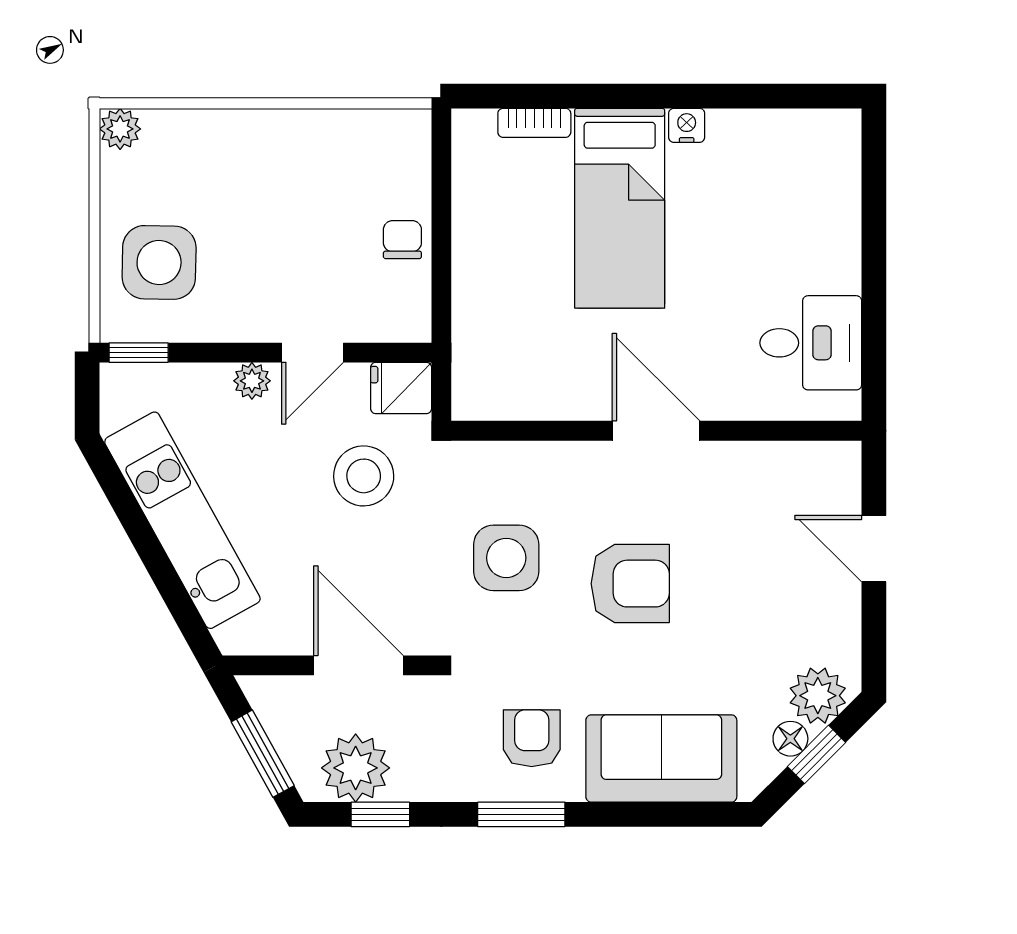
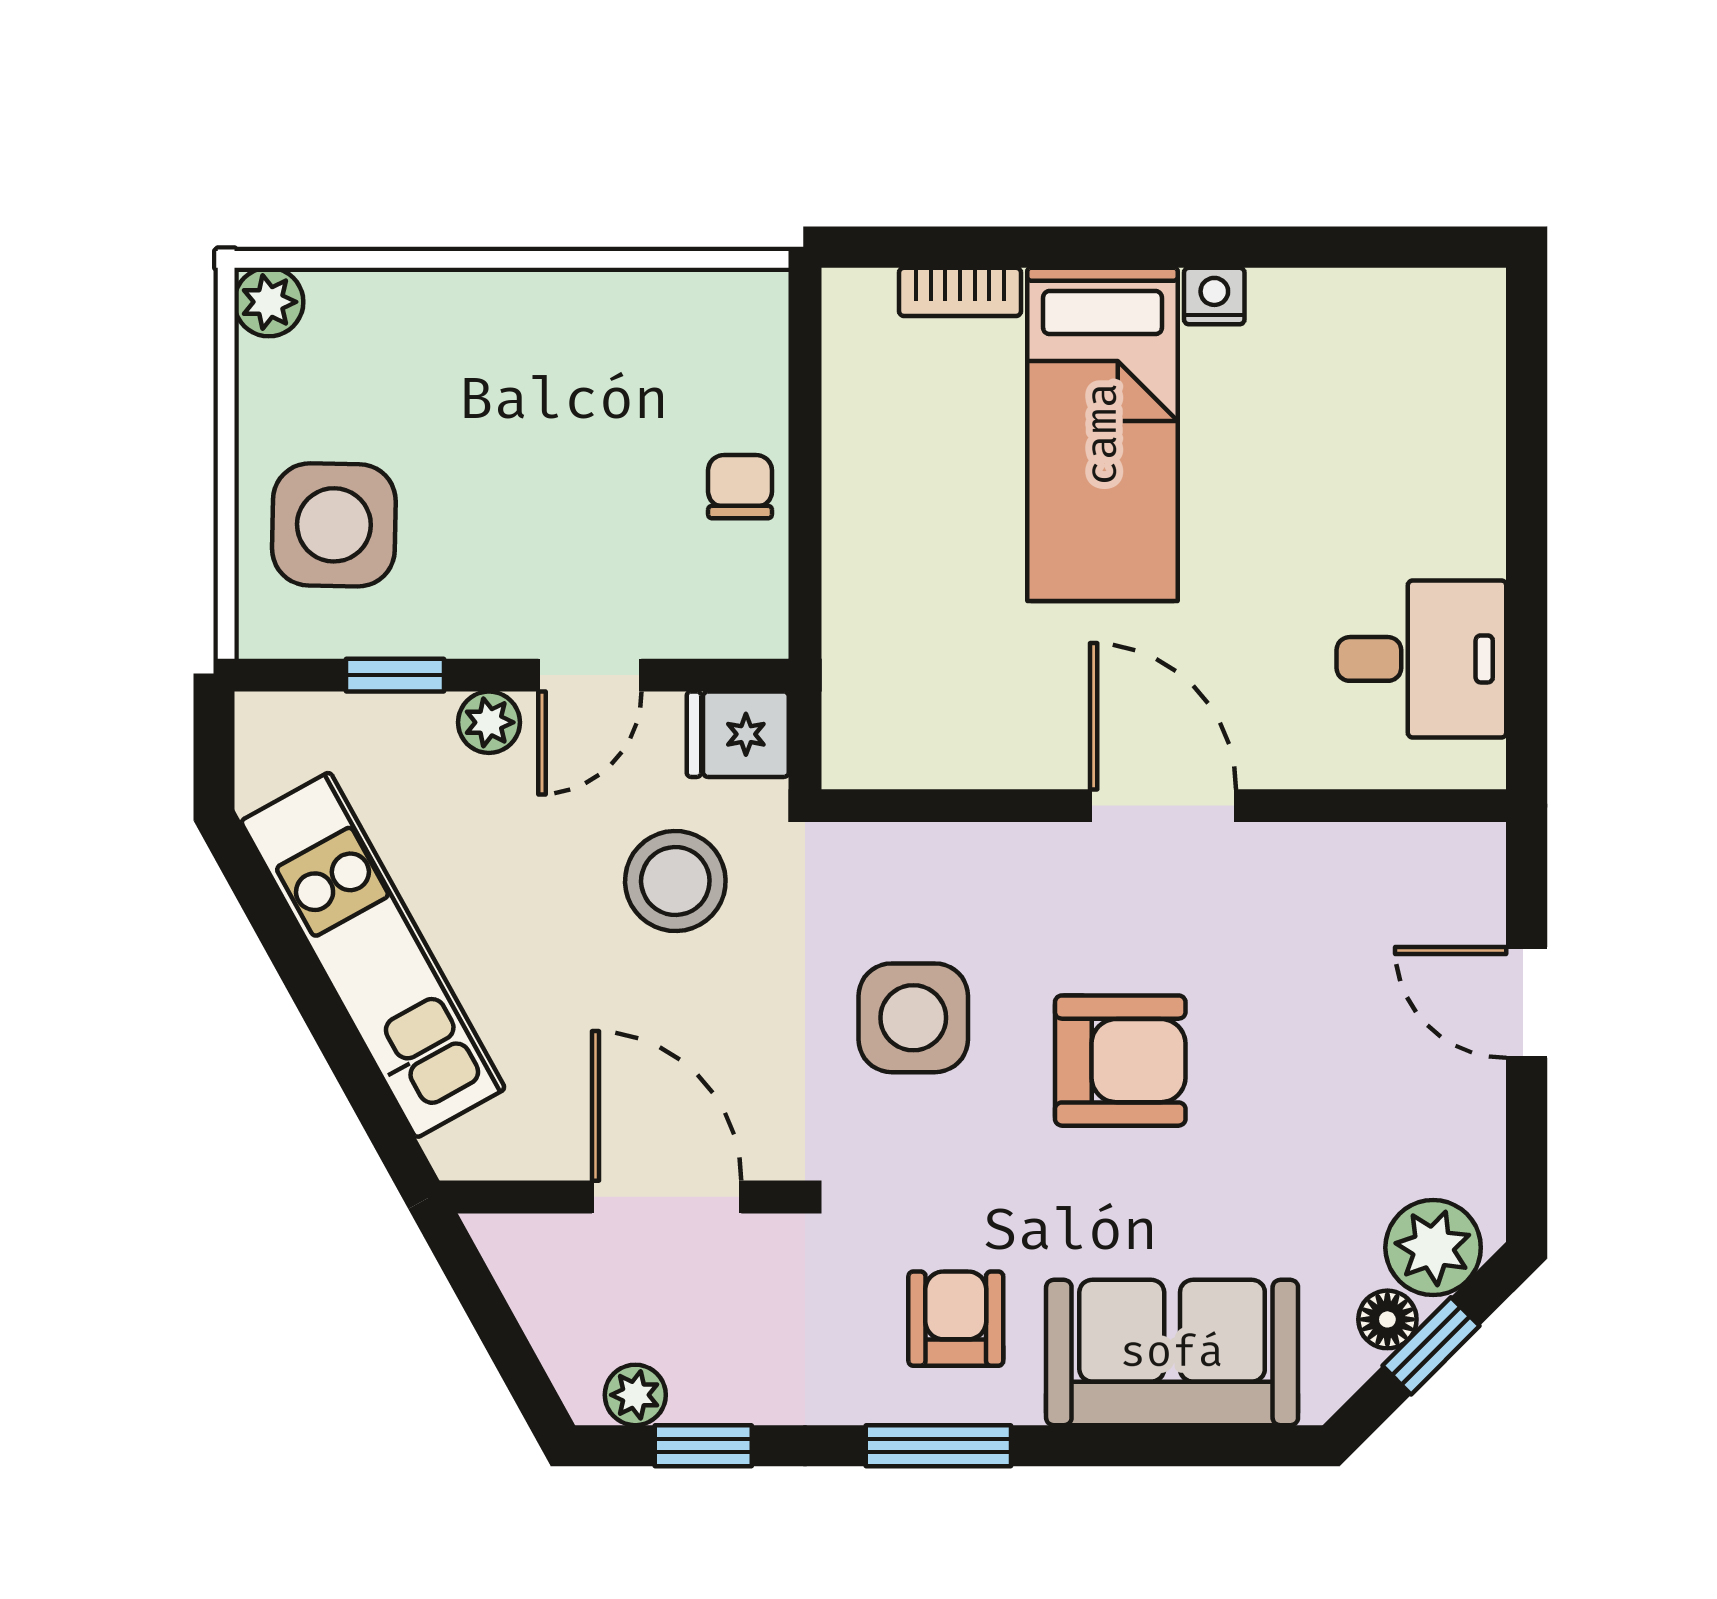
window: (139, 353) -> (395, 675), moved
window: (263, 754) -> (507, 1344), removed
plant: (356, 768) -> (635, 1395), width x0.53, depth x0.53

